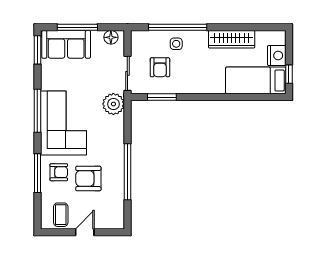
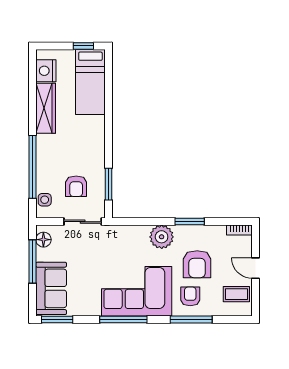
window: (77, 27) -> (33, 262), moved
side table: (176, 44) -> (45, 200), moved
nightstand: (277, 56) -> (46, 71), moved, turned -90
armchair: (160, 67) -> (76, 186), turned 90
plant: (113, 104) -> (162, 237), moved
window: (127, 172) -> (190, 222), width x0.47
bookcase: (120, 217) -> (239, 230), added

